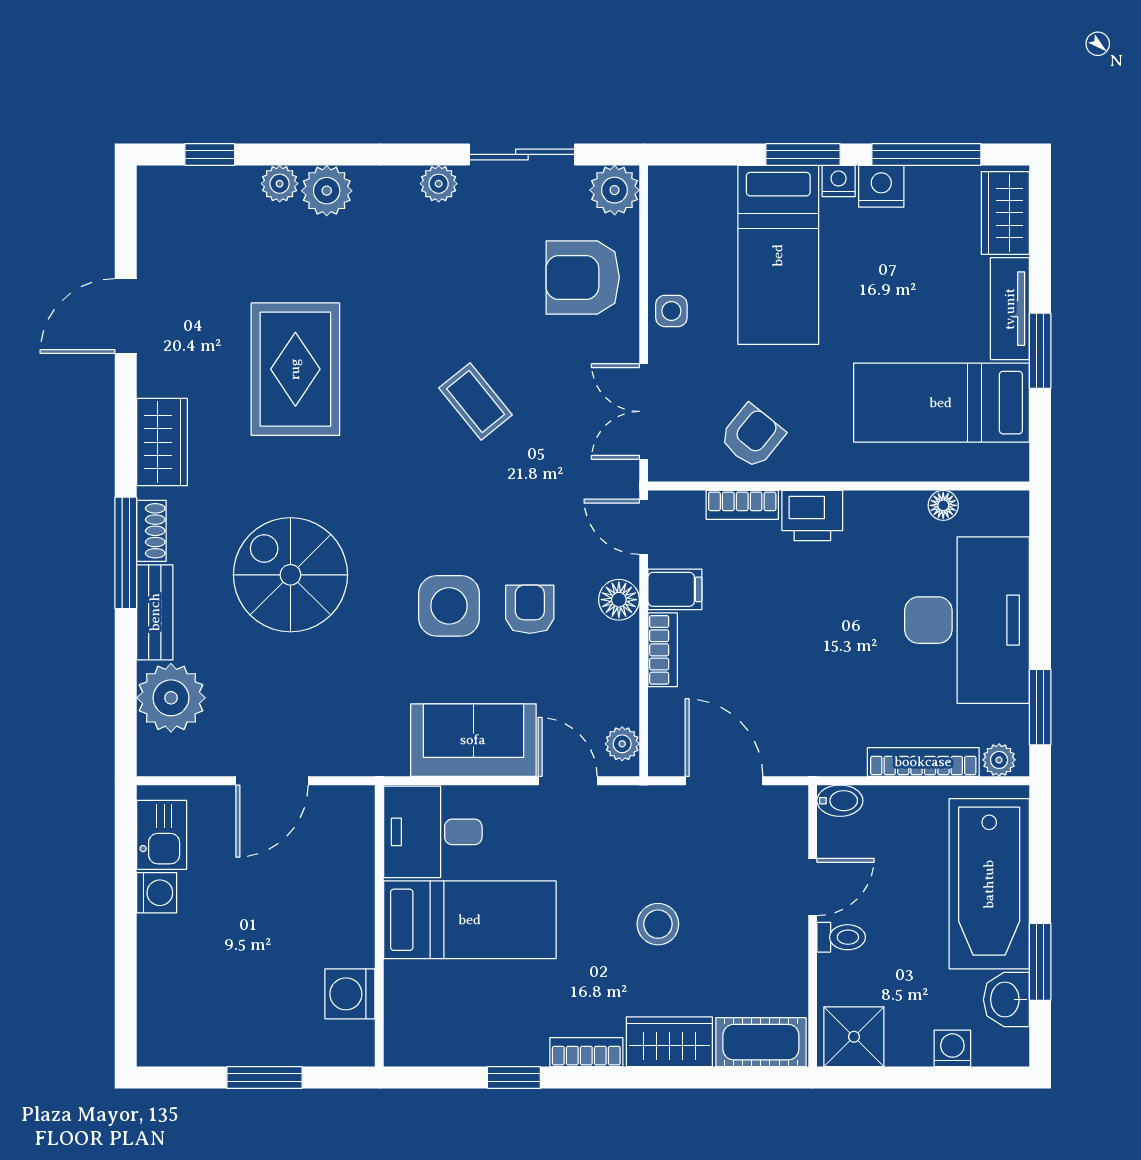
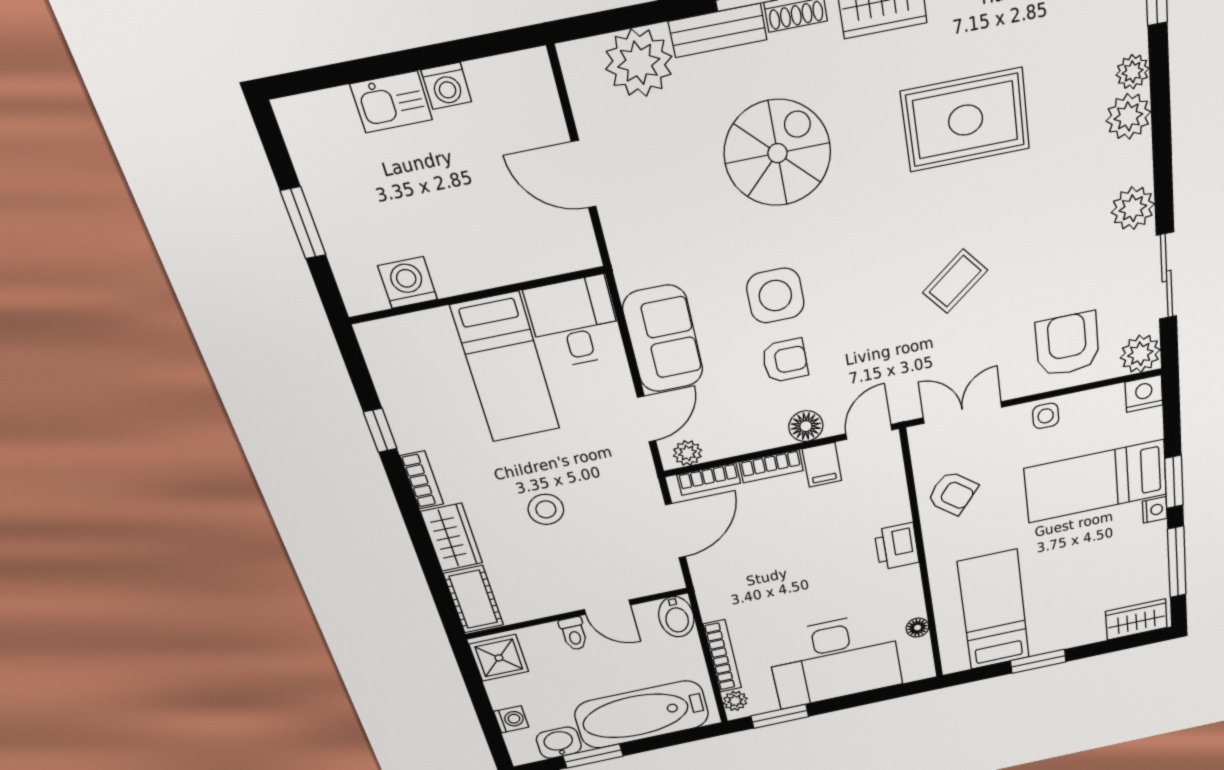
plant: (439, 184) -> (1133, 208), width x1.38, depth x1.38
nightstand: (881, 186) -> (1144, 394), moved, turned -90
tv unit: (1010, 309) -> (1067, 637), removed
bookcase: (742, 505) -> (709, 479), moved, turned -90
bidet: (840, 801) -> (676, 617), width x1.38, depth x1.36
kitchen sink: (162, 835) -> (391, 102), moved

